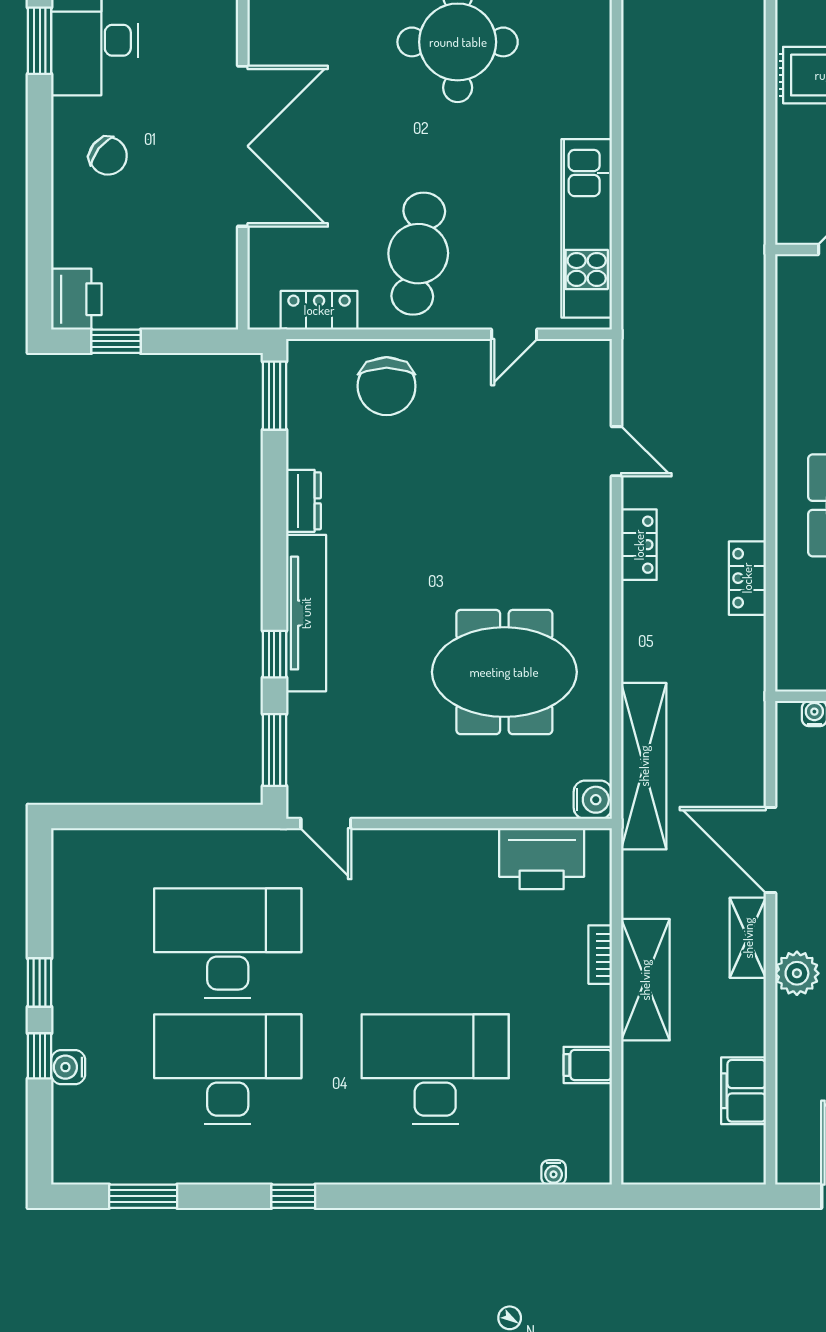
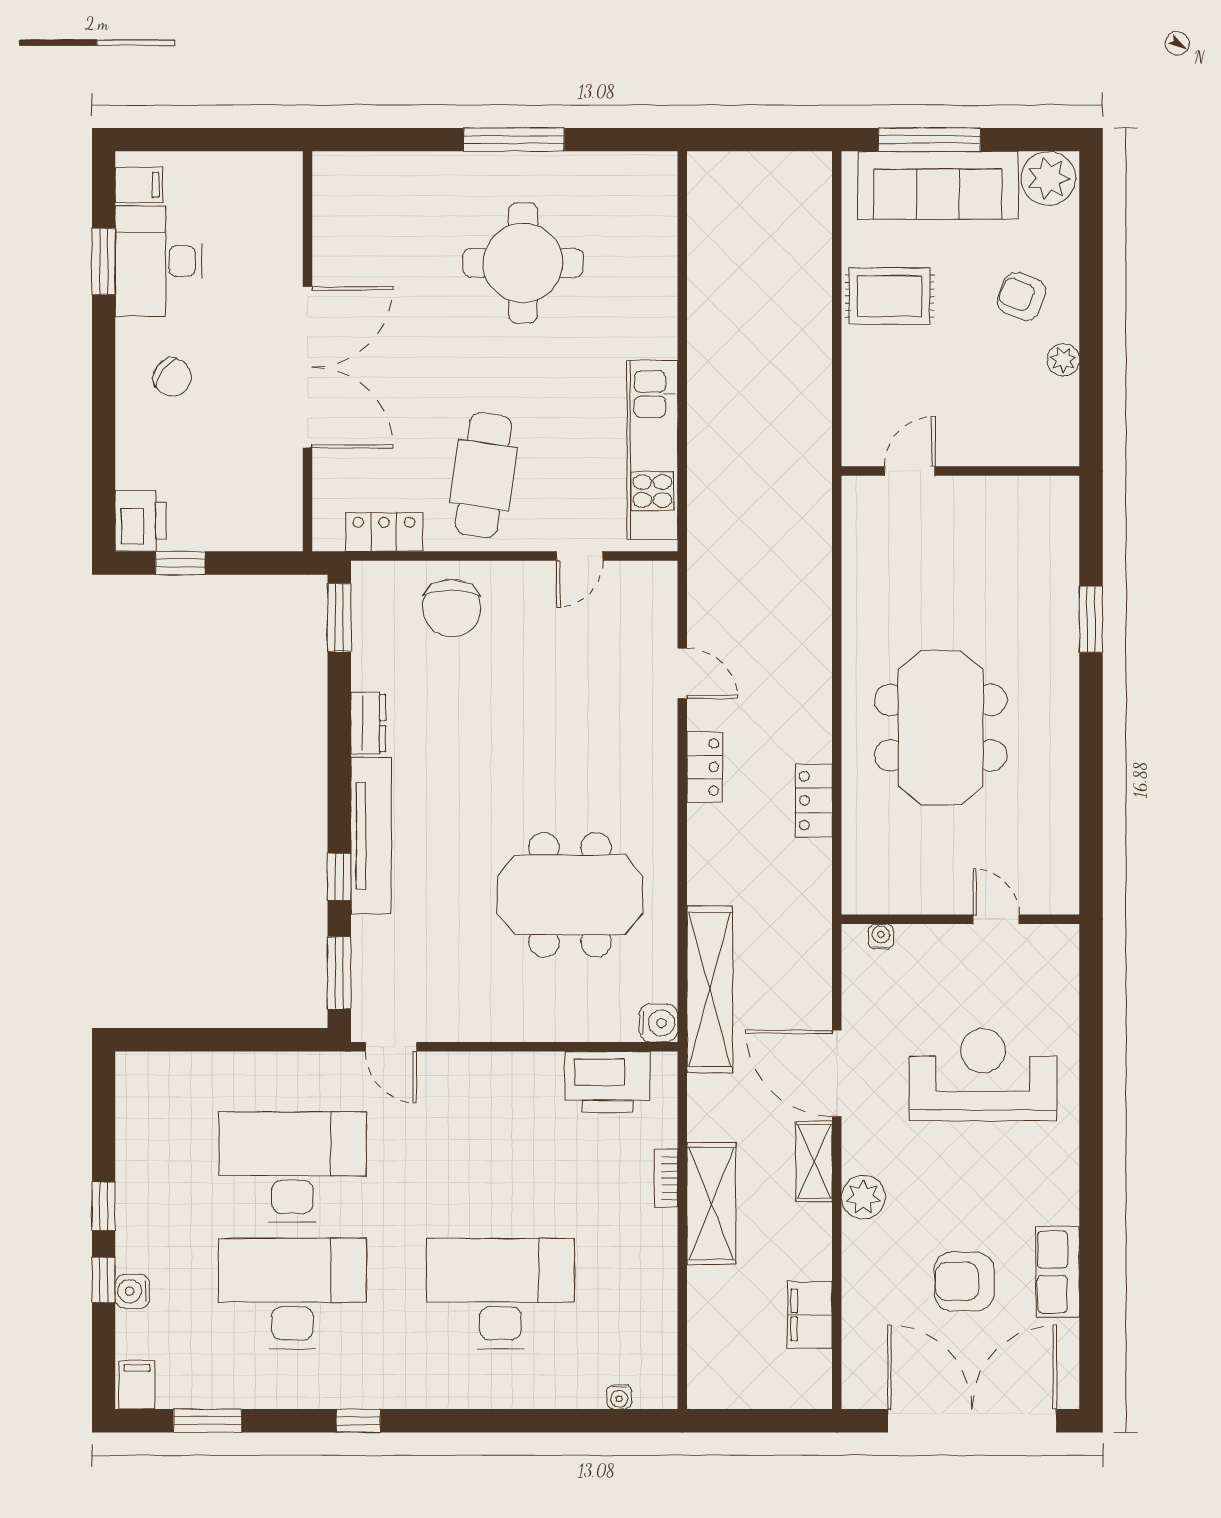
filing cabinet: (588, 1065) -> (137, 1385), moved, turned 90

